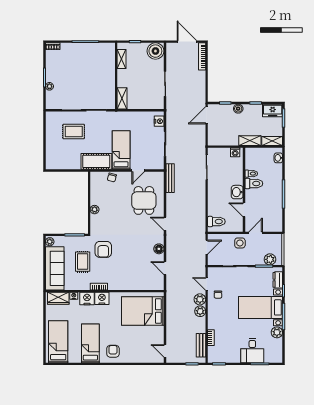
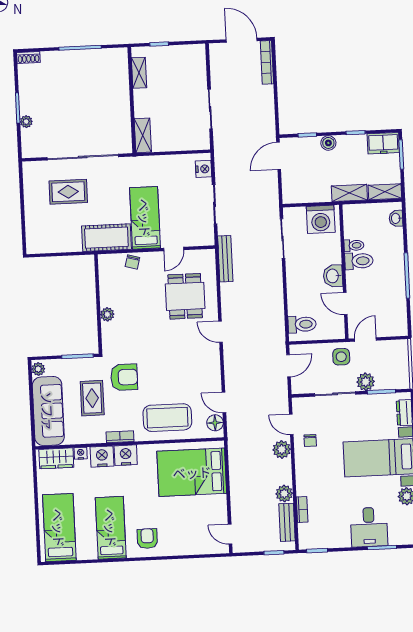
boiler: (155, 51) -> (192, 57), removed
washing machine: (235, 152) -> (321, 219), width x1.89, depth x1.89
armchair: (103, 249) -> (124, 377), turned -90
floor lamp: (159, 249) -> (215, 423), moved
plant: (270, 259) -> (366, 382), moved
coffee table: (129, 276) -> (167, 418), added
plant: (200, 311) -> (284, 494), moved

